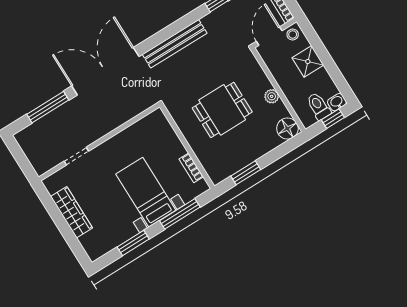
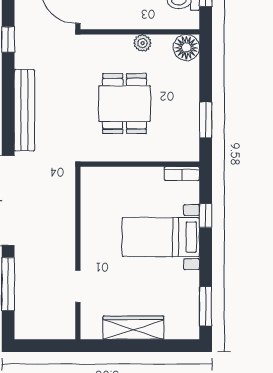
bookcase: (191, 168) -> (182, 174), moved
window: (180, 214) -> (206, 216), width x0.46
window: (133, 243) -> (206, 306), moved

